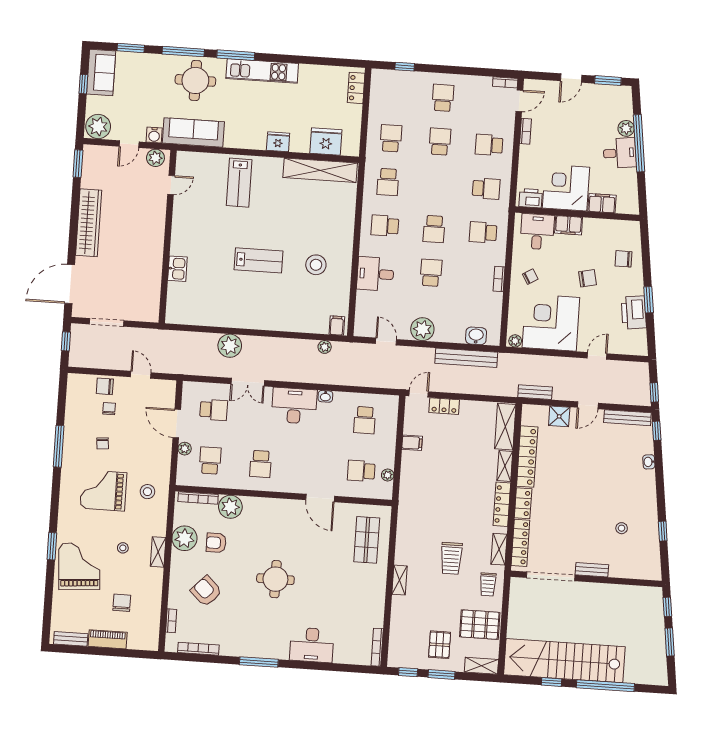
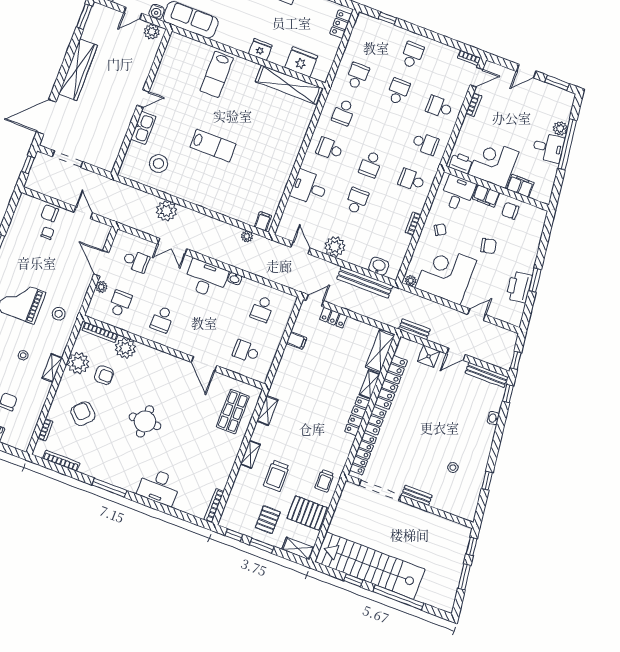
door: (171, 185) -> (143, 99), moved
chair: (623, 259) -> (510, 211), moved
stool: (316, 265) -> (158, 164), moved
kitchen sink: (177, 269) -> (143, 128), width x1.38
chair: (103, 443) -> (33, 261), removed
plant: (388, 475) -> (267, 362), removed
armchair: (216, 543) -> (104, 375), turned 180
shelving: (499, 549) -> (267, 411), moved
trolley: (451, 558) -> (276, 476), moved

